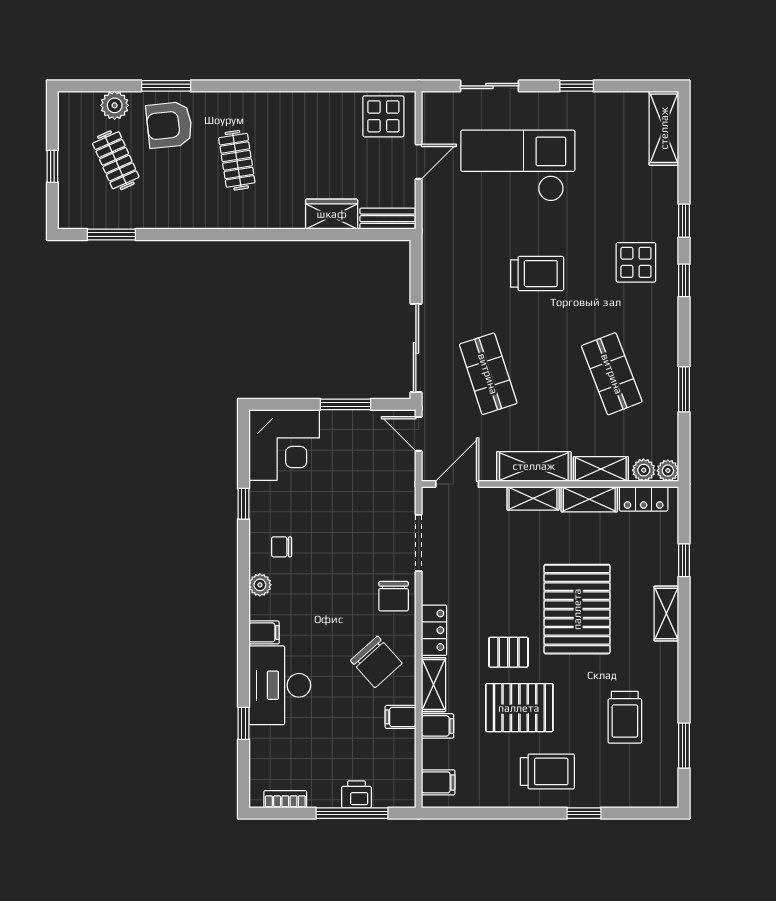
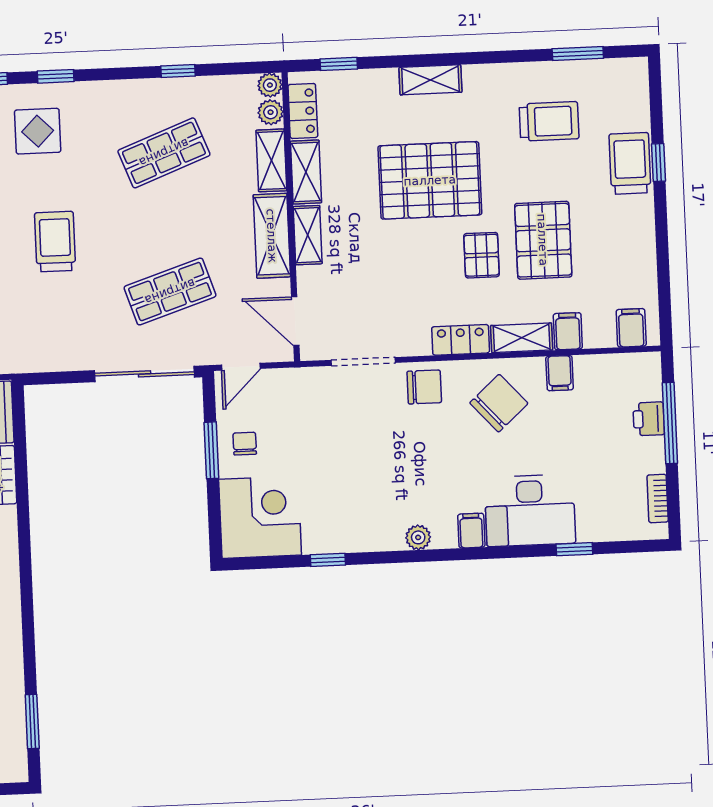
window: (684, 389) -> (178, 71), width x0.67
chair: (282, 547) -> (245, 444), moved, turned 180
window: (684, 560) -> (339, 64), moved
trolley: (547, 771) -> (630, 163), moved

